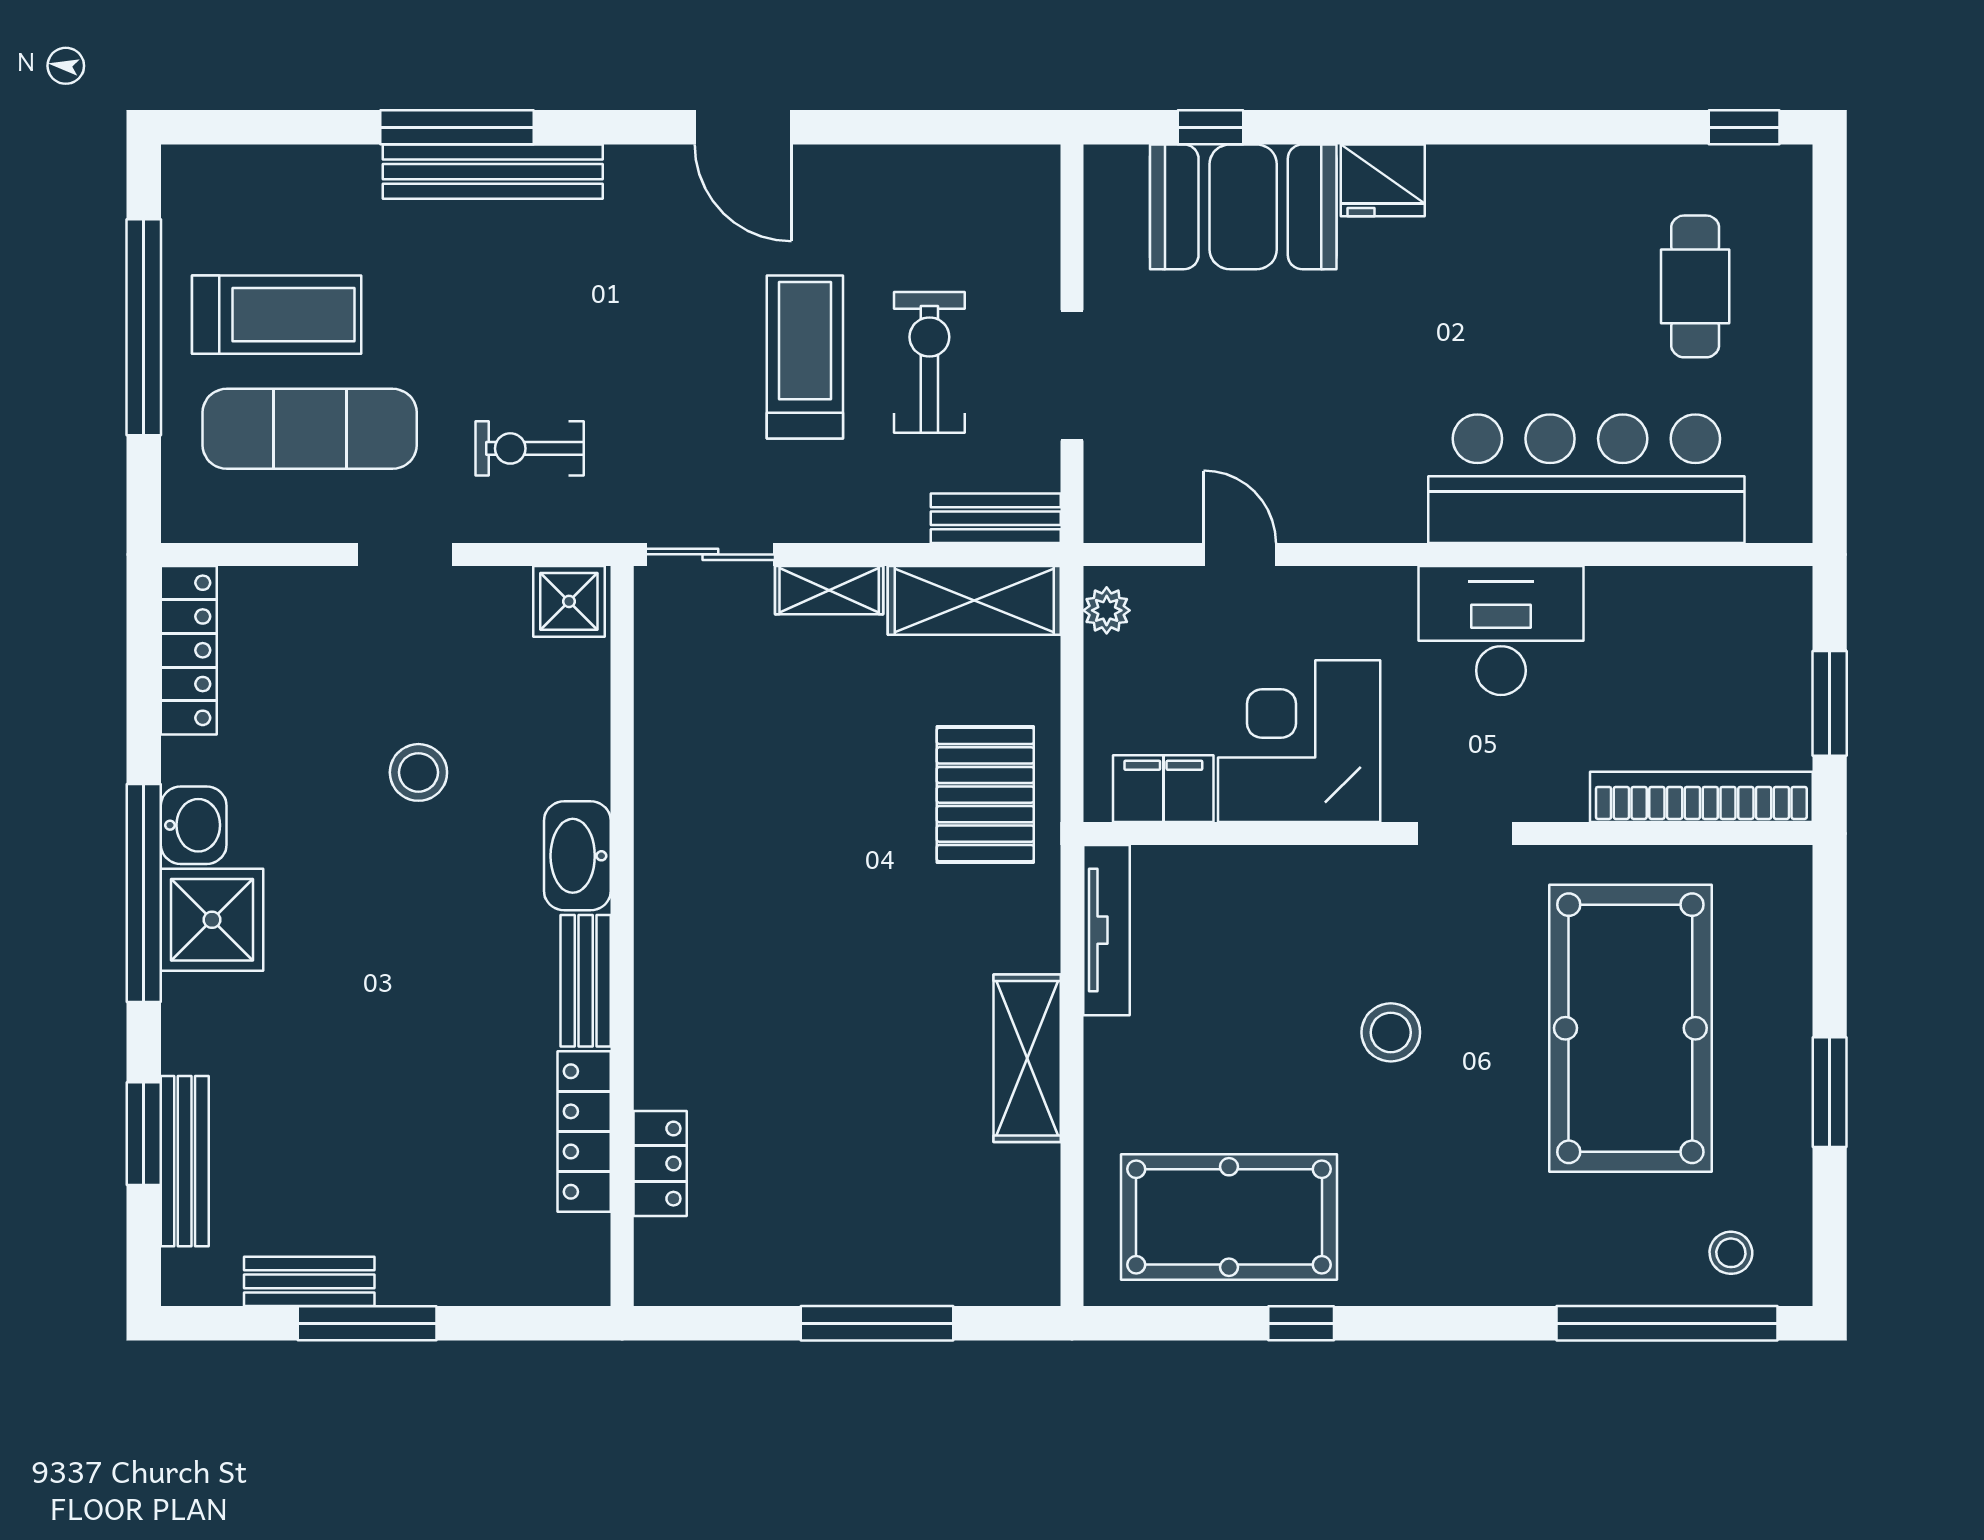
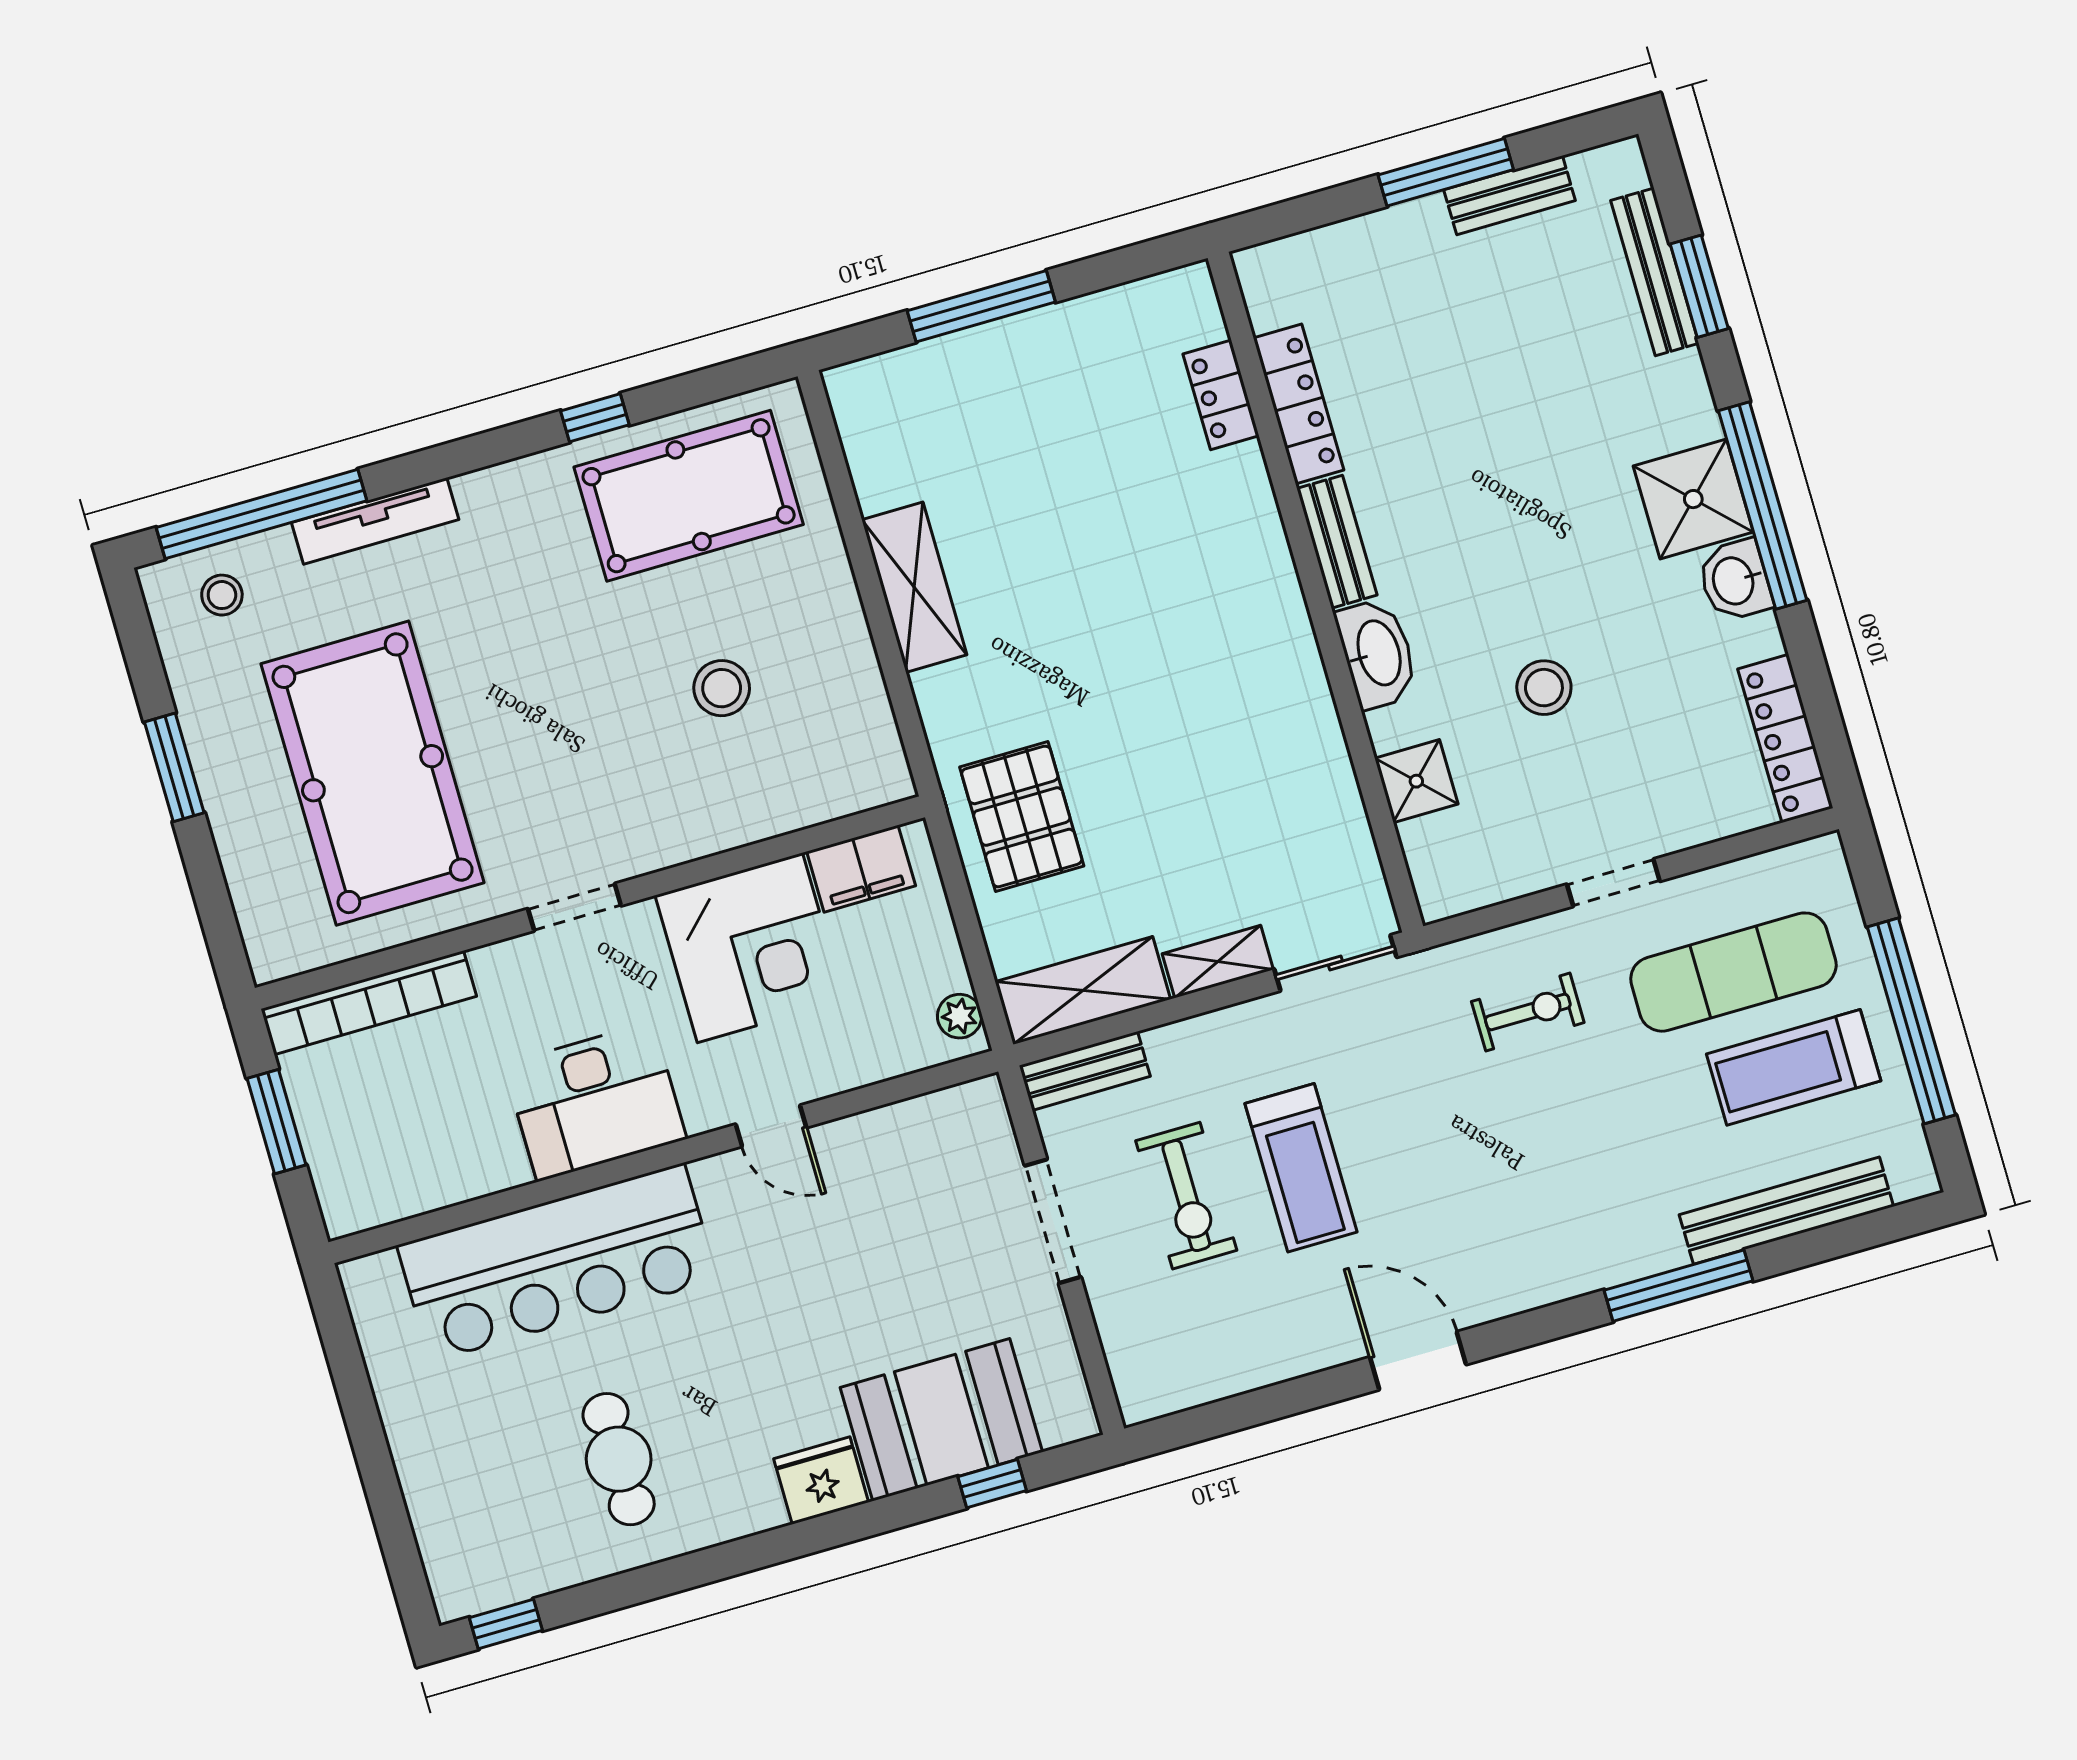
bench: (493, 172) -> (1786, 1211), moved
cafe table: (1695, 286) -> (619, 1459), moved
door: (1240, 554) -> (771, 1126), moved
shower: (569, 601) -> (1416, 781), moved
tv unit: (1107, 930) -> (375, 521), moved, turned -90
stool: (1391, 1032) -> (722, 688), moved

